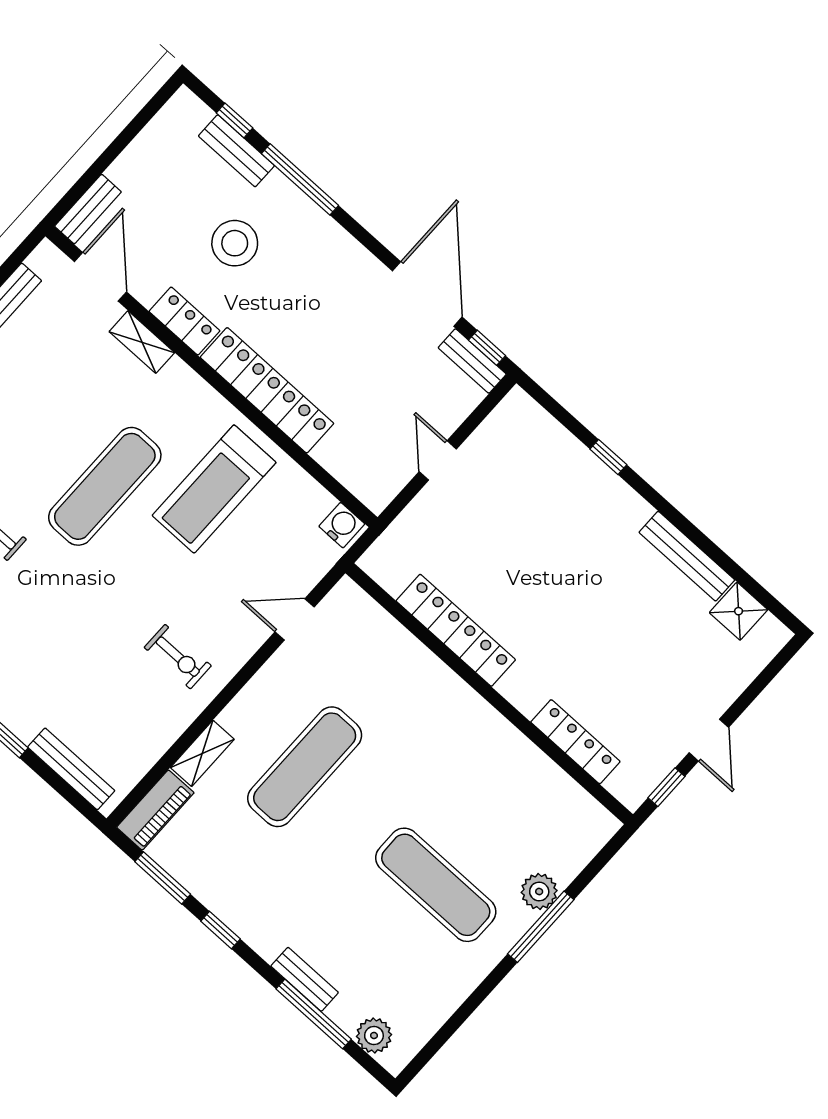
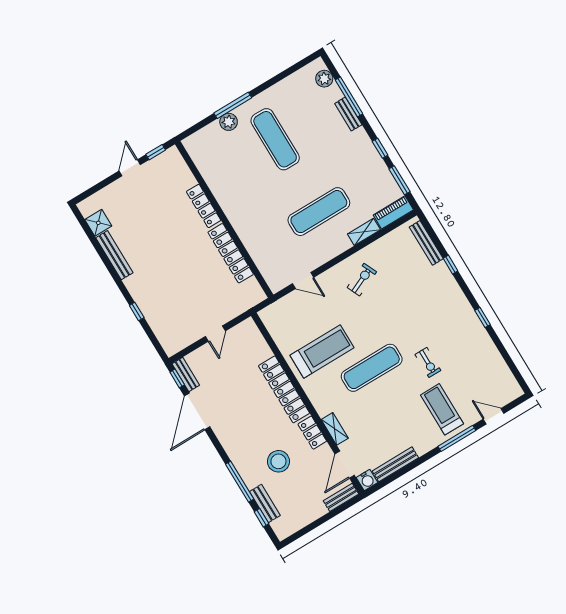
water cooler: (342, 525) -> (367, 480), moved, turned -90
exercise bike: (178, 657) -> (362, 280), turned 66
locker: (575, 742) -> (204, 206), moved

